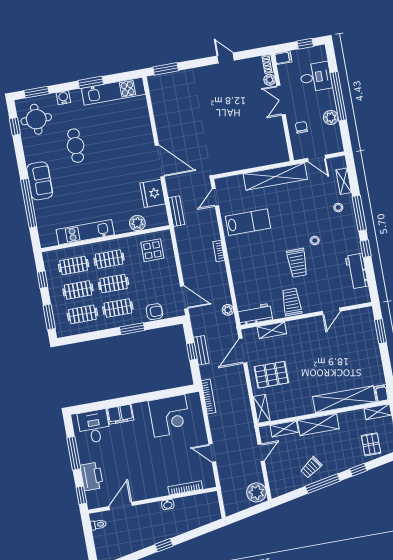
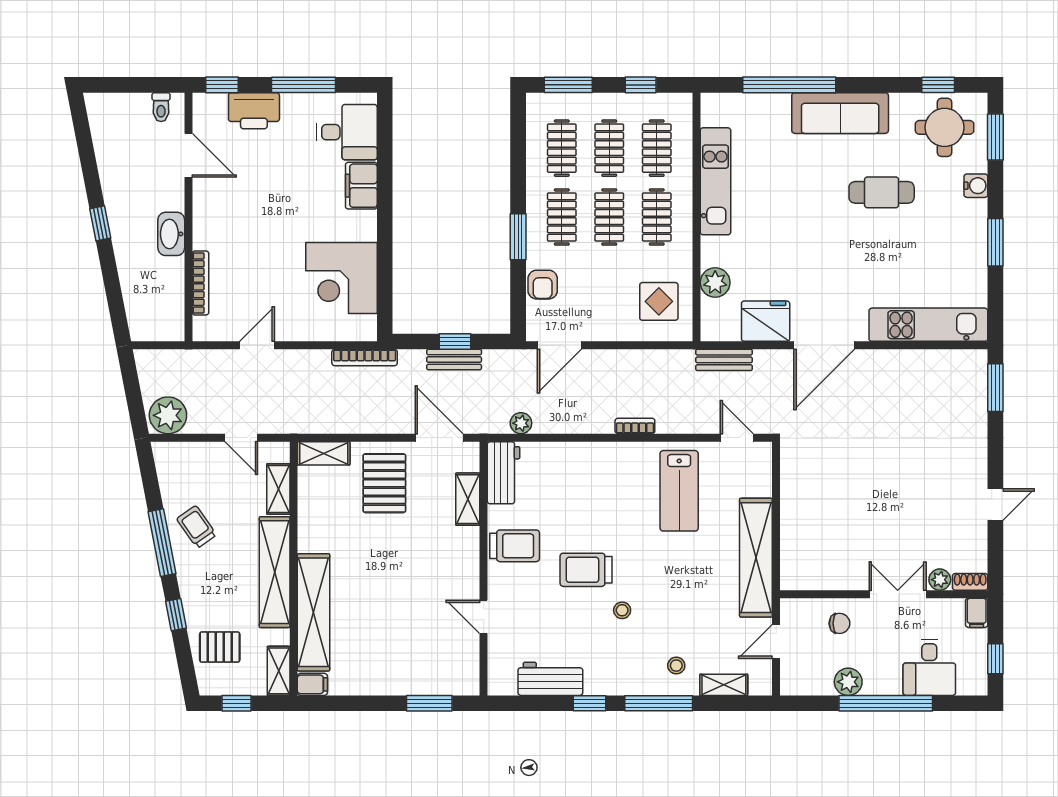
kitchen unit: (113, 91) -> (928, 325), moved, turned 90
sofa: (40, 181) -> (840, 113), width x1.36
shelving: (318, 425) -> (275, 572), width x1.47
washbasin: (168, 504) -> (171, 234), width x1.91, depth x1.45

